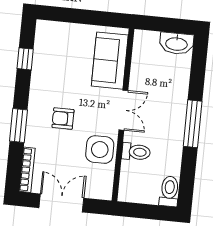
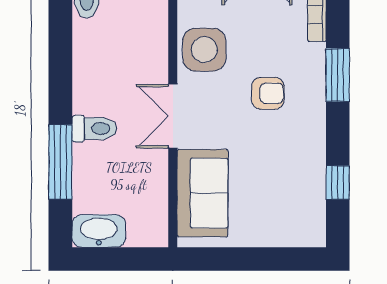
window: (193, 124) -> (60, 162), moved
toilet: (136, 152) -> (94, 129), moved, turned 180

